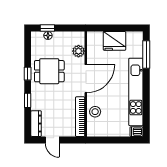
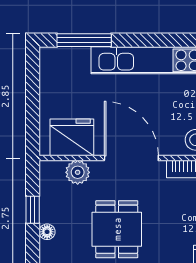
window: (47, 28) -> (33, 210), moved
fridge: (114, 41) -> (72, 137), moved, turned -90

